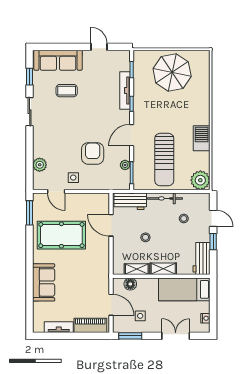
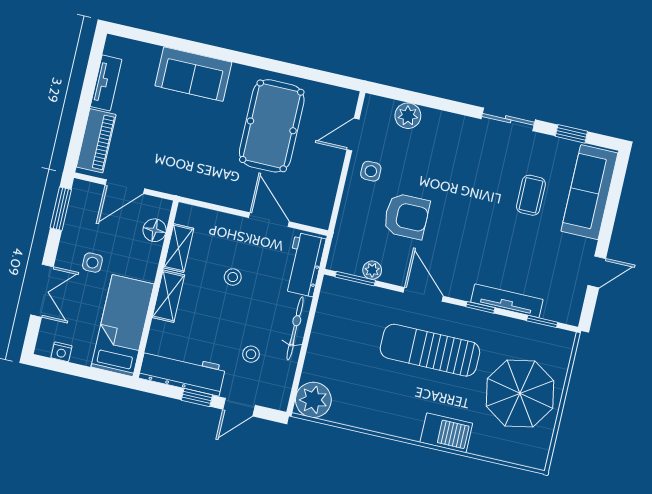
barbecue: (202, 138) -> (446, 433), moved
sun lounger: (164, 160) -> (430, 350), moved
window: (30, 213) -> (325, 77), removed
door: (111, 225) -> (269, 220), hinge flipped
workbench: (201, 259) -> (182, 372), width x1.37
side table: (140, 316) -> (92, 263), moved

